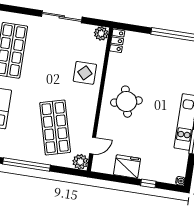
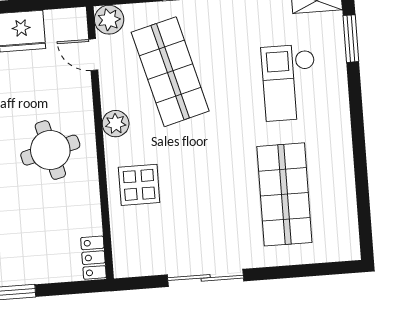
plant: (101, 33) -> (116, 124), moved
door: (93, 146) -> (93, 55), hinge flipped

